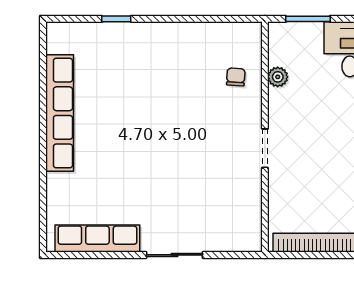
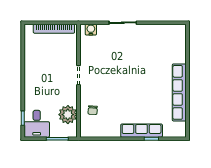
plant: (278, 77) -> (68, 115), width x1.87, depth x1.87
row of seats: (97, 238) -> (142, 131), moved, turned 180
water cooler: (240, 241) -> (91, 30), added

